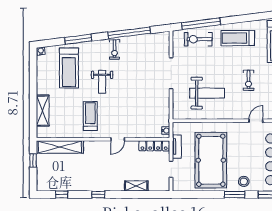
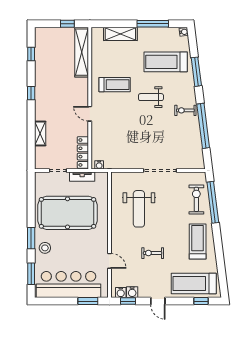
window: (33, 80) -> (153, 24), added

